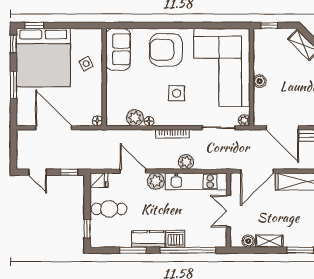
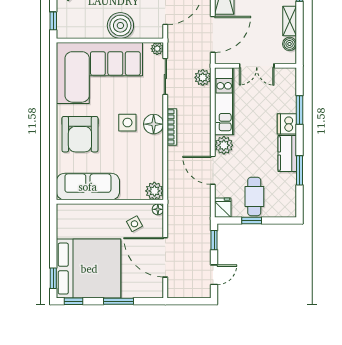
sofa: (118, 49) -> (88, 187), width x1.36
side table: (86, 64) -> (134, 224), moved
boiler: (260, 81) -> (120, 26), width x1.86, depth x1.86
plant: (135, 118) -> (154, 191), moved
floor lamp: (149, 121) -> (154, 124), moved, width x1.89, depth x1.89
door: (54, 128) -> (165, 257), hinge flipped
plant: (186, 162) -> (203, 77), moved
door: (133, 171) -> (213, 170), hinge flipped
door: (257, 171) -> (213, 34), hinge flipped
window: (87, 229) -> (252, 220), moved
window: (188, 250) -> (300, 110), width x0.47

